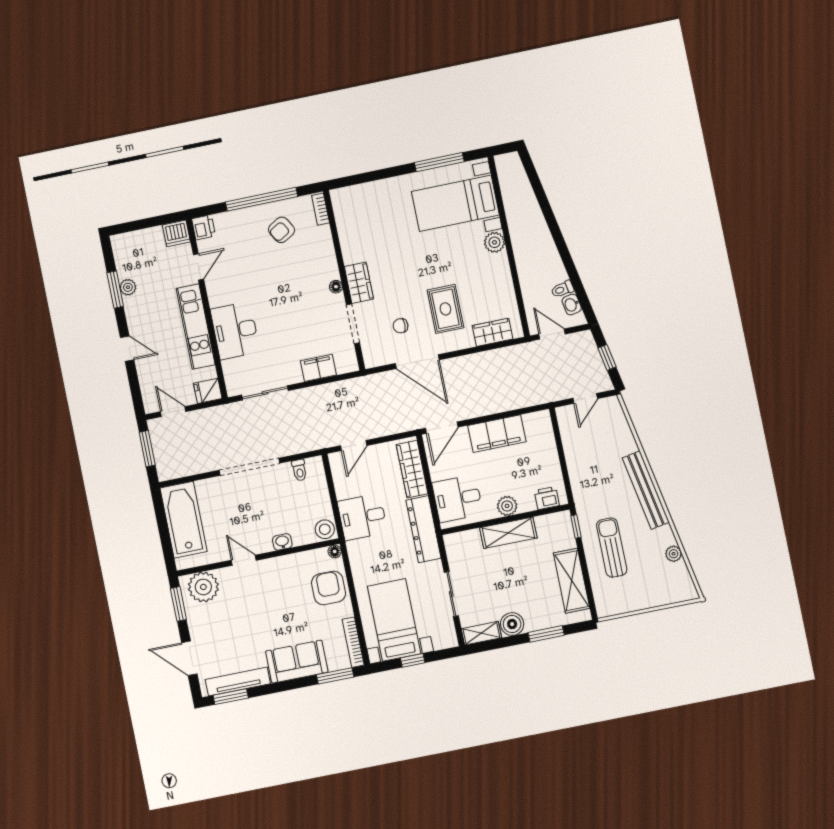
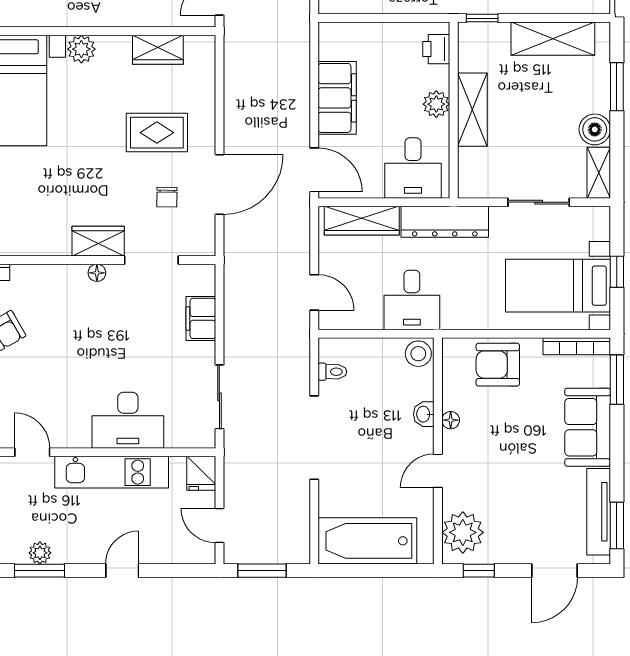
wardrobe: (493, 332) -> (158, 50), moved, turned -90
door: (173, 412) -> (219, 526), hinge flipped
floor lamp: (335, 551) -> (451, 420), moved
window: (178, 604) -> (479, 571), width x0.67

